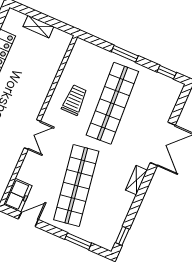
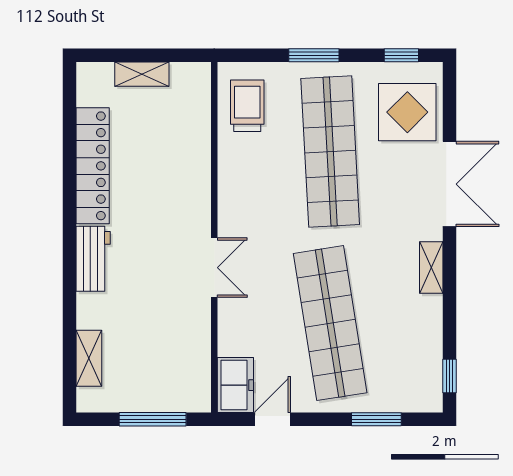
trolley: (74, 100) -> (247, 106), moved
display table: (158, 101) -> (407, 112), added

